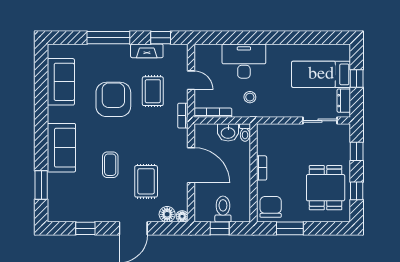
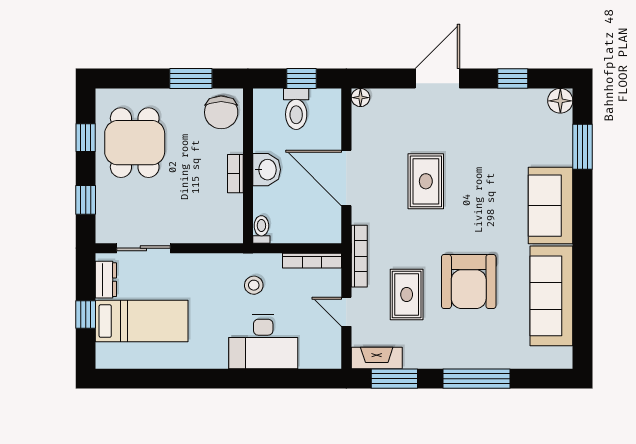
window: (161, 38) -> (394, 379), width x1.50
fireplace: (147, 51) -> (377, 358), moved
sofa: (61, 82) -> (551, 296), width x1.36
bookcase: (183, 116) -> (359, 256), width x1.56
washbasin: (228, 132) -> (267, 170), moved, turned 90
coffee table: (110, 165) -> (474, 179), removed
rug: (146, 181) -> (426, 181), moved
floor lamp: (167, 214) -> (560, 101), moved

